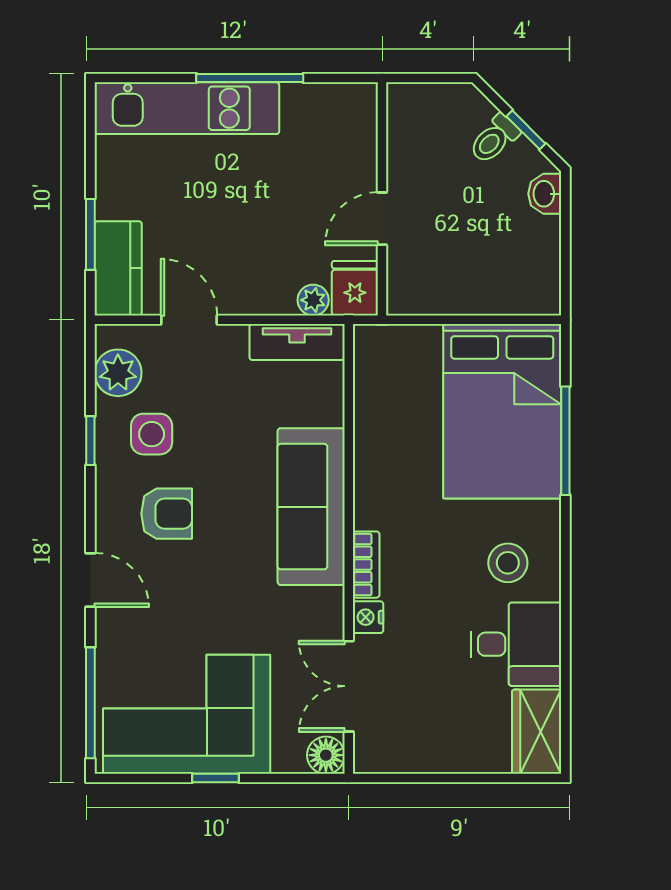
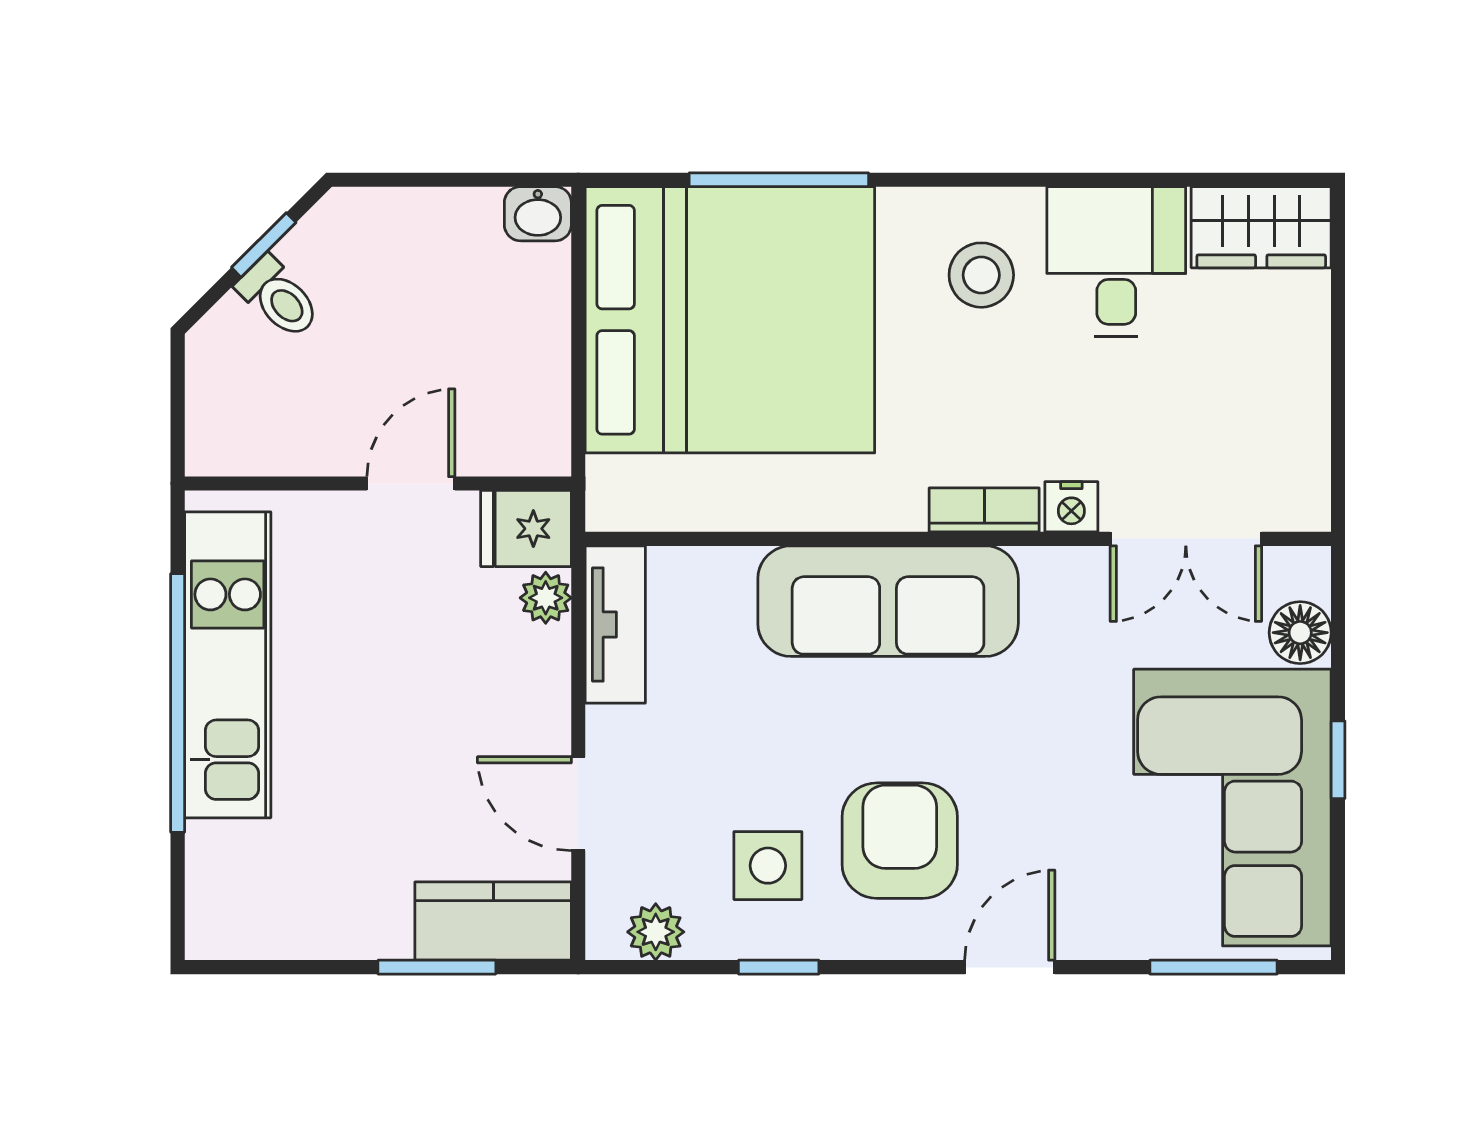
window: (250, 78) -> (178, 703), width x1.46
kitchen unit: (187, 108) -> (228, 665), moved
washbasin: (545, 194) -> (538, 214), moved
door: (382, 219) -> (411, 484), swing flipped
door: (189, 320) -> (578, 804), hinge flipped
plant: (118, 373) -> (656, 932), width x0.73, depth x0.73
bed: (502, 411) -> (730, 320), width x1.36
armchair: (167, 514) -> (900, 841), width x1.38, depth x1.38
window: (90, 703) -> (1213, 967), width x0.69
floor lamp: (326, 755) -> (1300, 633), moved

